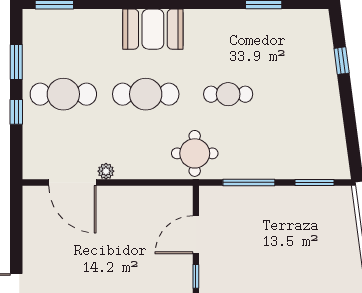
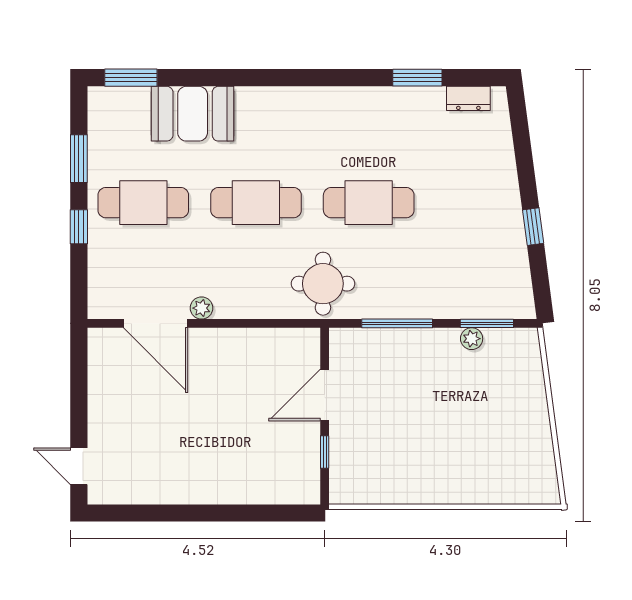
dresser: (301, 18) -> (468, 98), added
booth: (153, 29) -> (193, 114), moved
window: (342, 61) -> (533, 227), moved
cafe table: (228, 94) -> (369, 203), width x1.37, depth x1.35
plant: (303, 194) -> (472, 339), added

